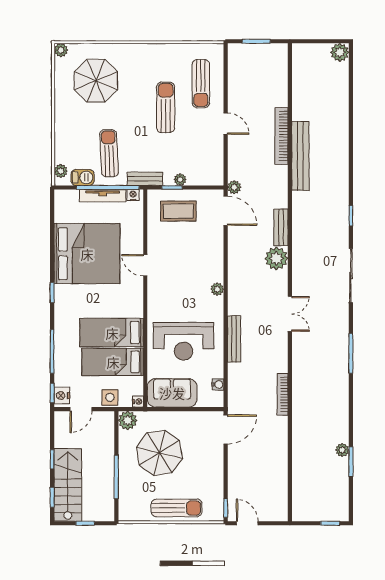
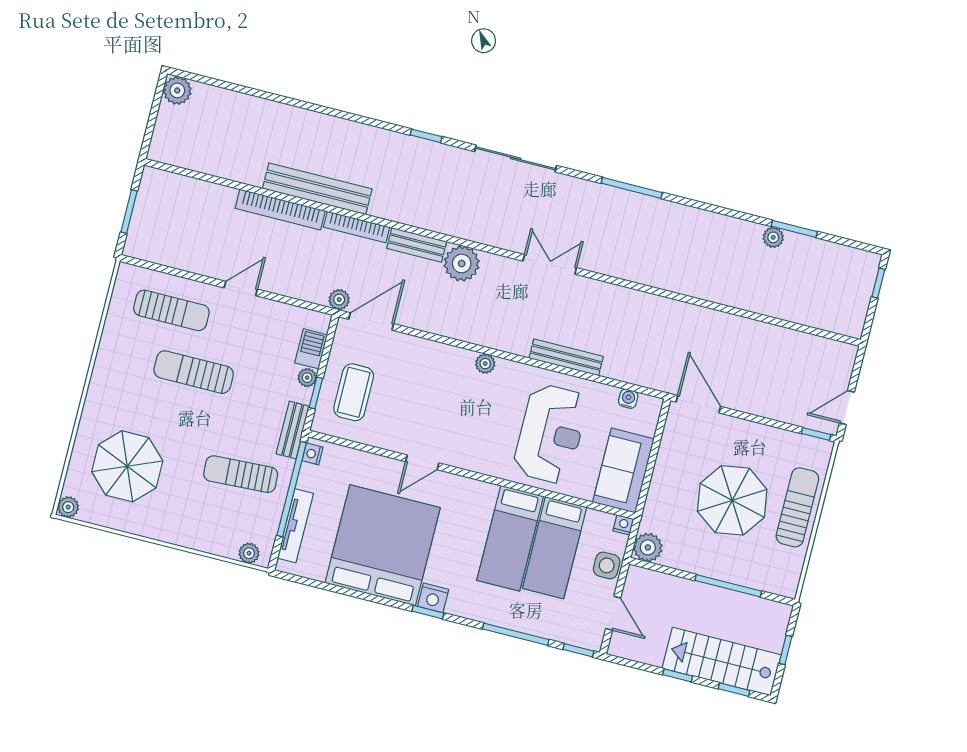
barbecue: (83, 177) -> (311, 349), moved
tv unit: (103, 196) -> (295, 526), moved
bookcase: (283, 394) -> (357, 227), moved
nightstand: (62, 396) -> (433, 598), moved
parasol: (159, 453) -> (732, 500), moved

